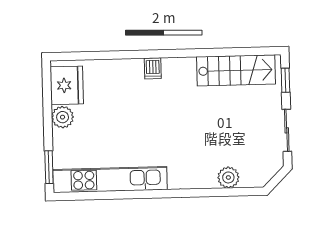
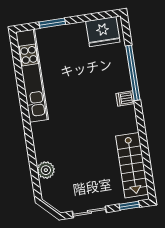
window: (122, 55) -> (133, 73), added
plant: (63, 117) -> (77, 32), removed
window: (49, 167) -> (52, 23), moved

